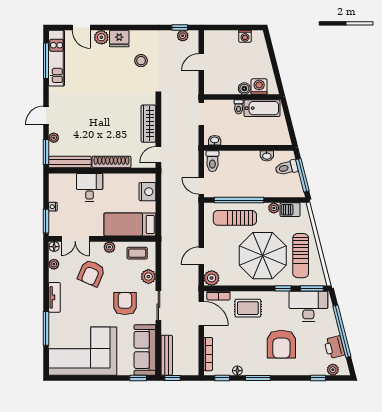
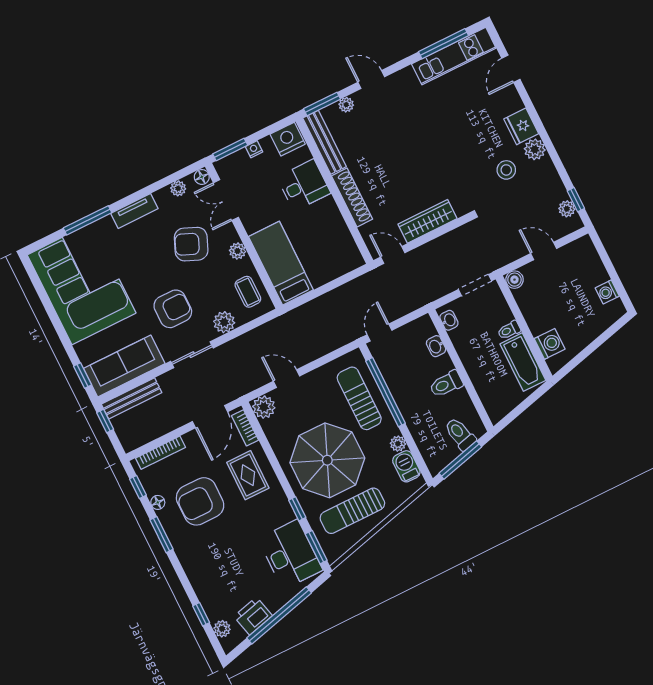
plant: (101, 37) -> (535, 149), moved
boiler: (244, 89) -> (514, 280), moved
washbasin: (267, 156) -> (436, 346), moved
toilet: (212, 161) -> (446, 384), moved
nightstand: (147, 192) -> (288, 139), moved, turned 180
armchair: (281, 344) -> (200, 501), moved

